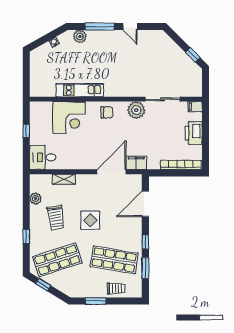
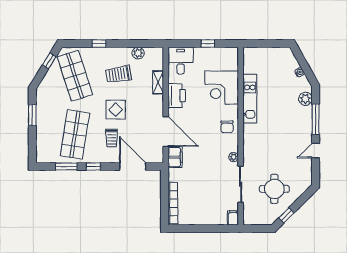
round table: (167, 67) -> (274, 189), added
plant: (136, 110) -> (234, 157), width x0.53, depth x0.53
printer: (194, 133) -> (177, 96), moved, turned 90
trolley: (116, 288) -> (112, 138), moved

